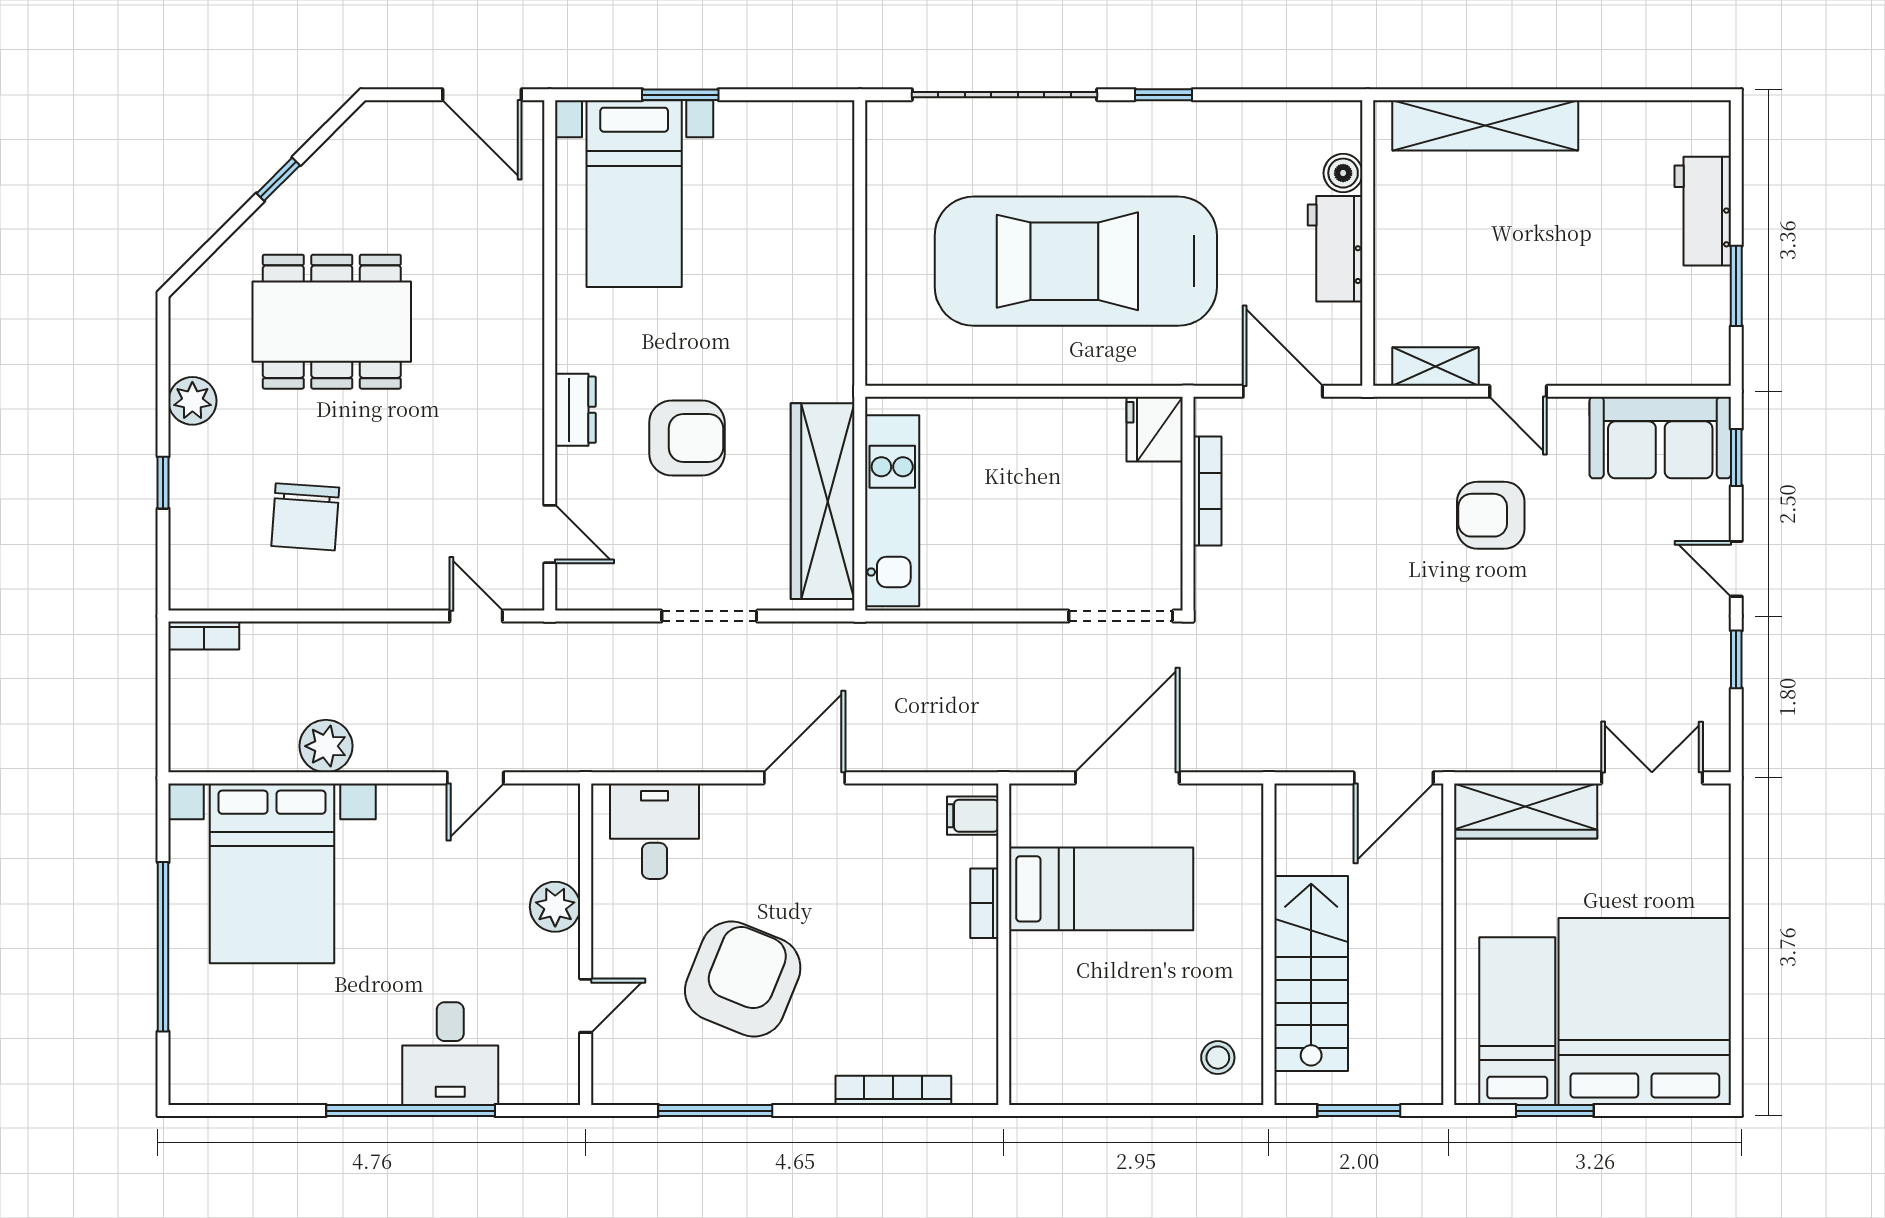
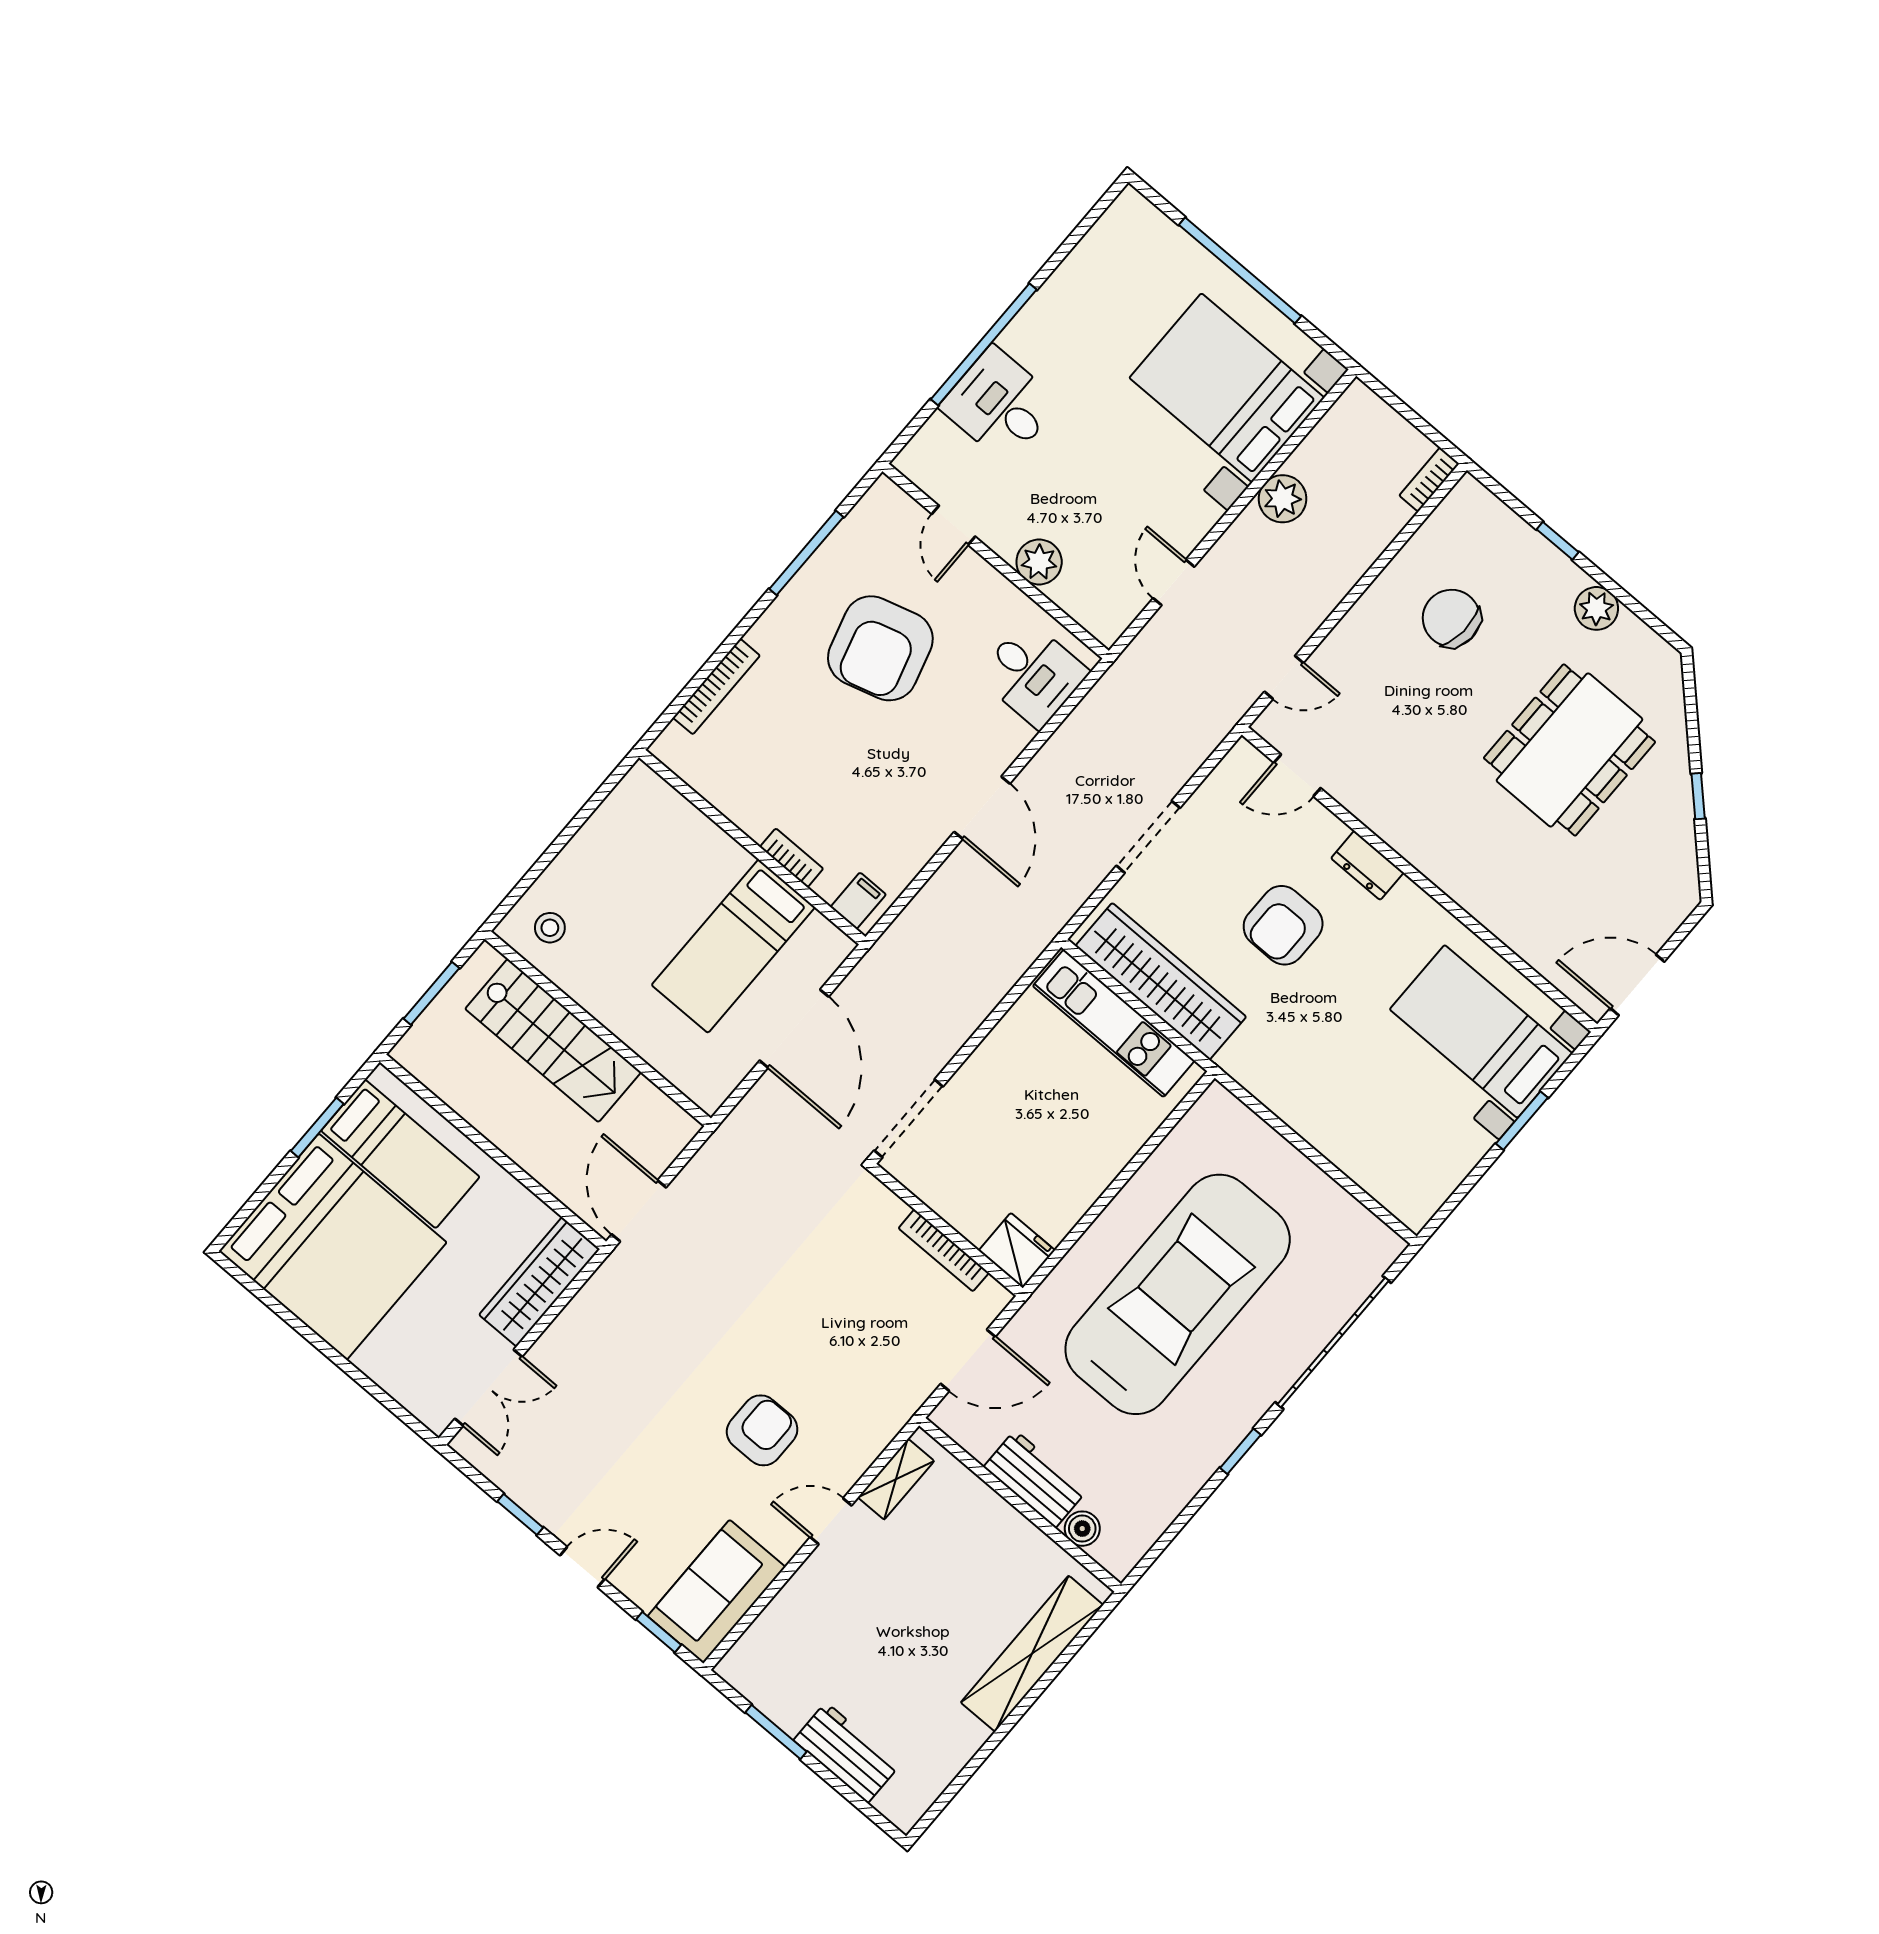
armchair: (743, 979) -> (880, 648), turned 52

